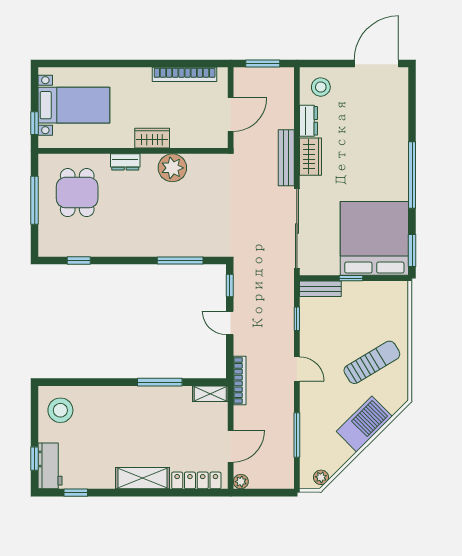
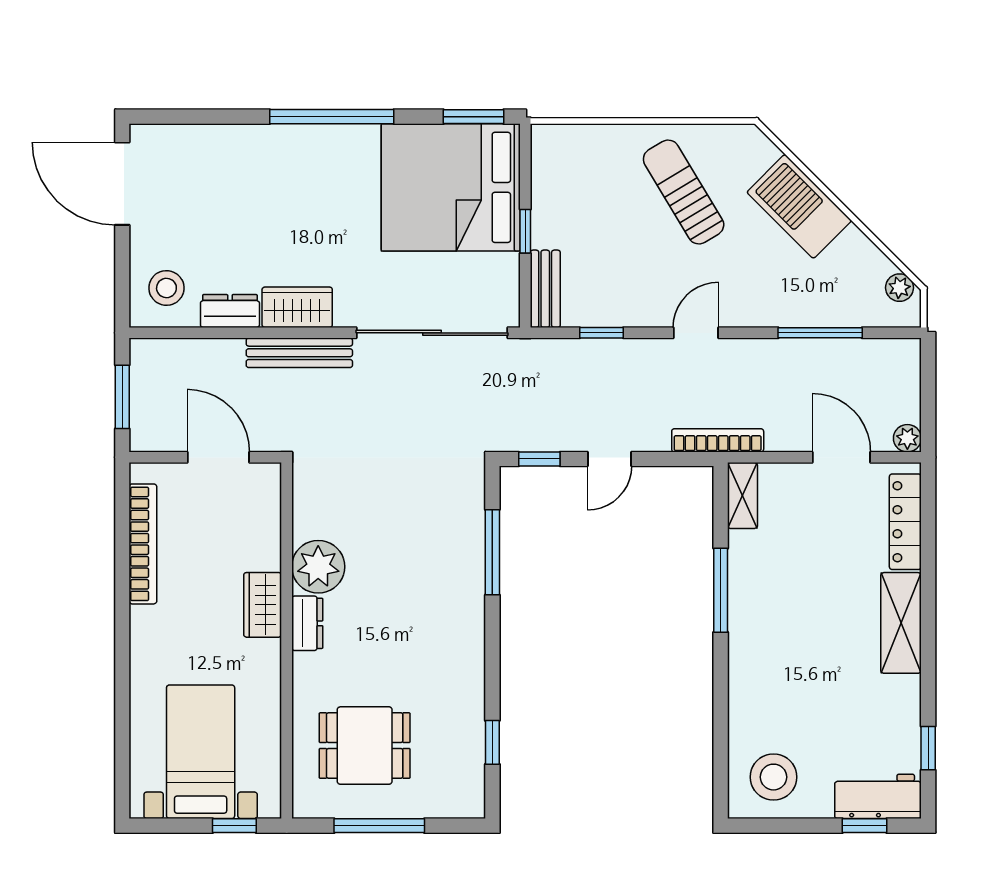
dresser: (125, 162) -> (307, 623), moved

